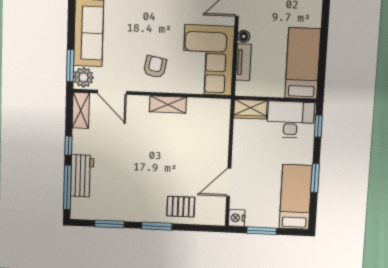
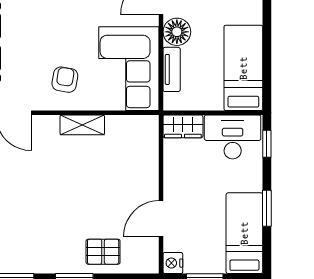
floor lamp: (244, 36) -> (177, 32), width x1.89, depth x1.89

